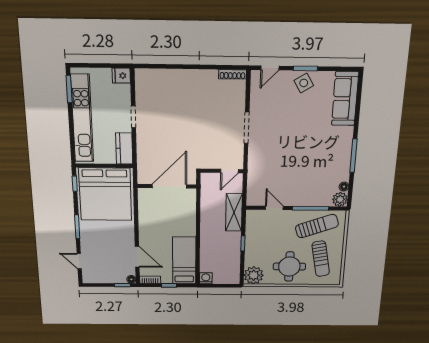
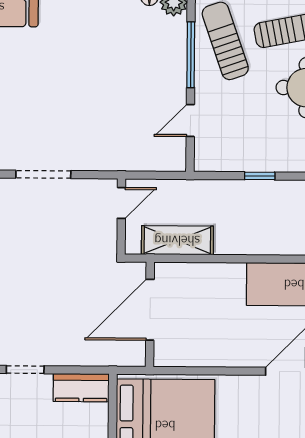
door: (229, 171) -> (121, 203), hinge flipped
door: (169, 186) -> (150, 310), hinge flipped
shelving: (234, 212) -> (177, 240), moved

